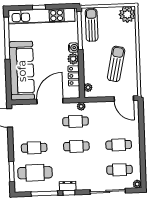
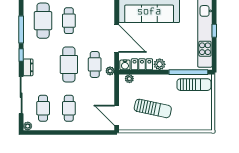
plant: (127, 14) -> (204, 122), removed
water cooler: (73, 48) -> (125, 65), moved
door: (124, 99) -> (117, 115), hinge flipped
cafe table: (76, 146) -> (69, 64), width x1.37, depth x1.35
dresser: (68, 186) -> (28, 67), moved

